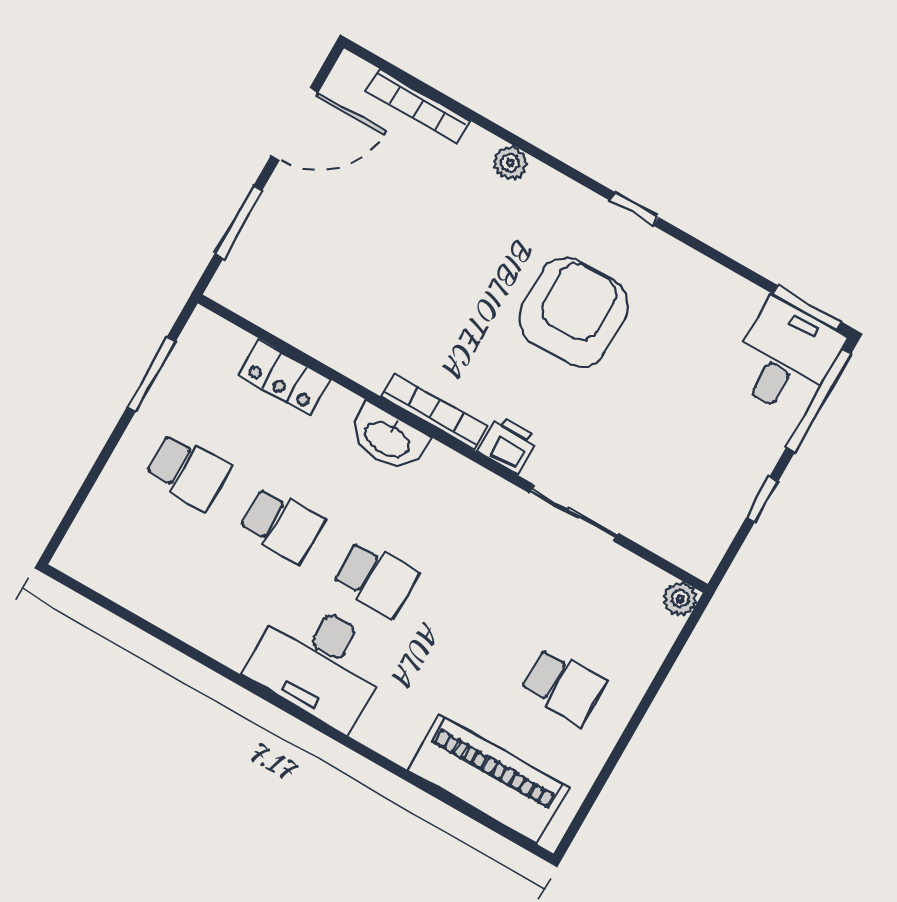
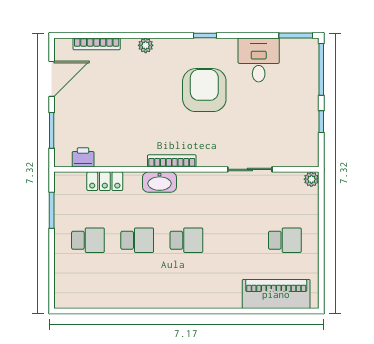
desk: (786, 357) -> (259, 60), moved
printer: (508, 444) -> (83, 157), moved
desk: (318, 663) -> (183, 286), removed

